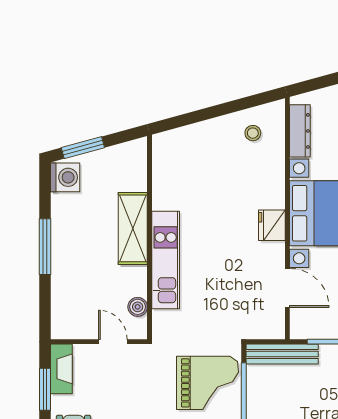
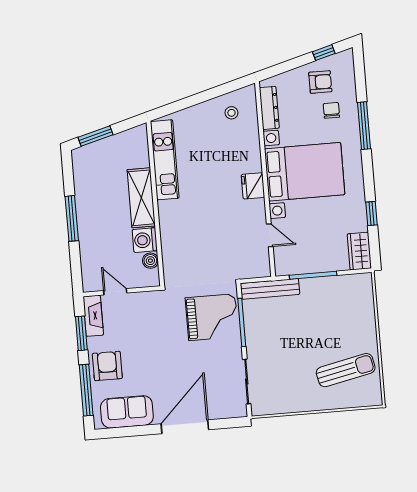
washing machine: (65, 177) -> (145, 240), moved, turned 180
kitchen unit: (166, 260) -> (165, 160), moved
door: (287, 288) -> (270, 235), width x0.73
door: (113, 342) -> (115, 292), moved

